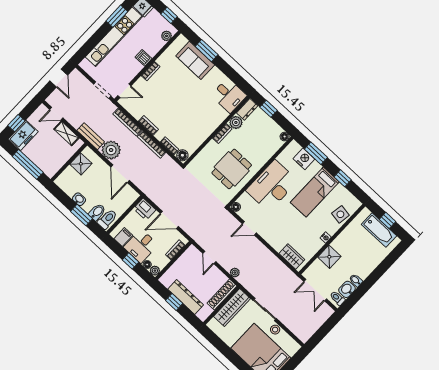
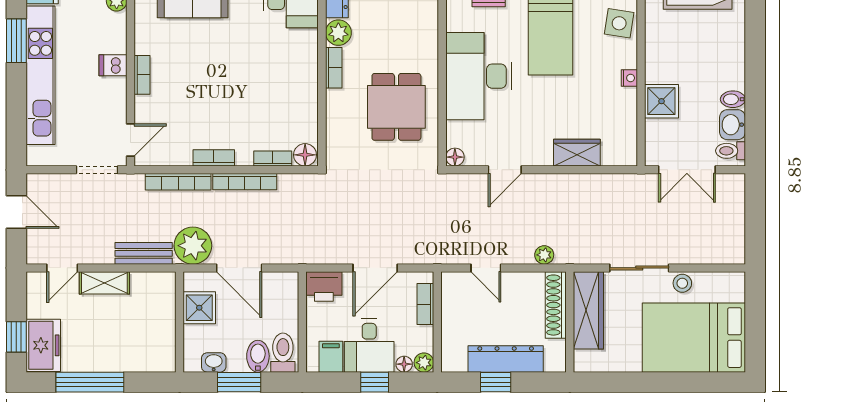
wall: (69, 162) -> (180, 322), moved
shower: (81, 164) -> (199, 308), moved
wardrobe: (292, 256) -> (577, 153), moved

